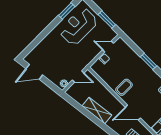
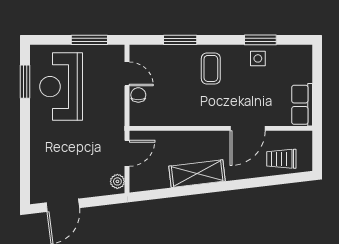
door: (108, 47) -> (127, 74), swing flipped
window: (149, 61) -> (180, 40), moved
coffee table: (124, 87) -> (211, 68), moved

